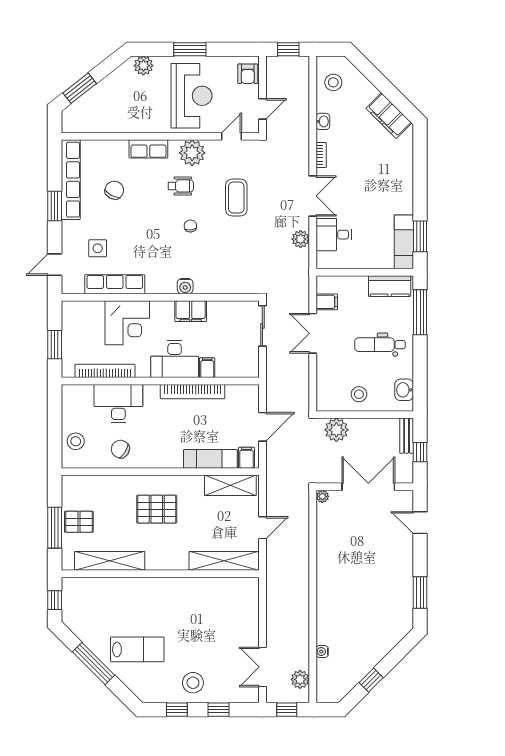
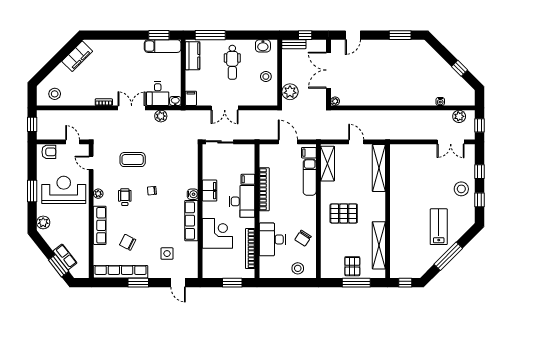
row of seats: (93, 98) -> (65, 257), added
washbasin: (323, 121) -> (175, 101), moved
row of seats: (148, 149) -> (100, 225), width x1.48
plant: (192, 153) -> (98, 194), width x0.53, depth x0.53
row of seats: (115, 284) -> (191, 221), moved
filing cabinet: (327, 302) -> (191, 98), moved
pallet: (157, 509) -> (344, 213), turned 90

